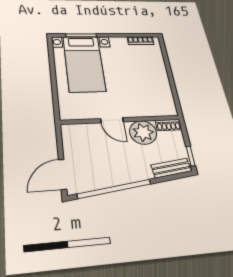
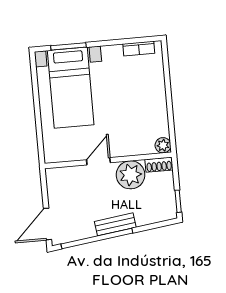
plant: (170, 110) -> (163, 145), added
door: (112, 120) -> (98, 161), swing flipped
bench: (171, 168) -> (115, 224), moved

